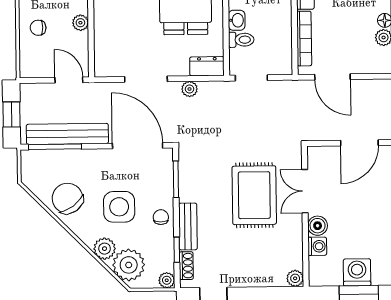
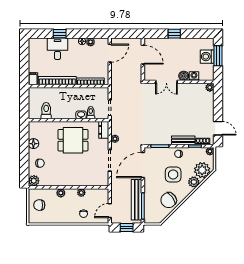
door: (332, 77) -> (110, 53), moved
door: (69, 80) -> (110, 211), moved
rug: (254, 195) -> (168, 107), removed

